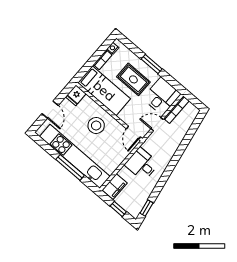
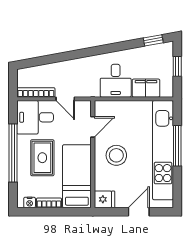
window: (152, 64) -> (13, 153), width x2.11
door: (133, 133) -> (93, 127), moved
filing cabinet: (115, 187) -> (146, 88), moved

